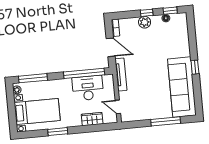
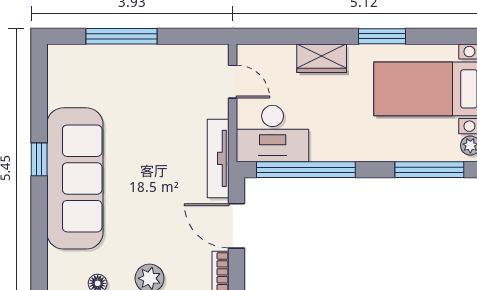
sofa: (182, 87) -> (75, 178), moved
desk: (88, 88) -> (273, 134), moved
wardrobe: (92, 119) -> (322, 58), moved

